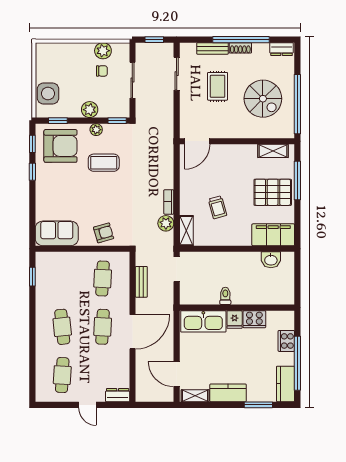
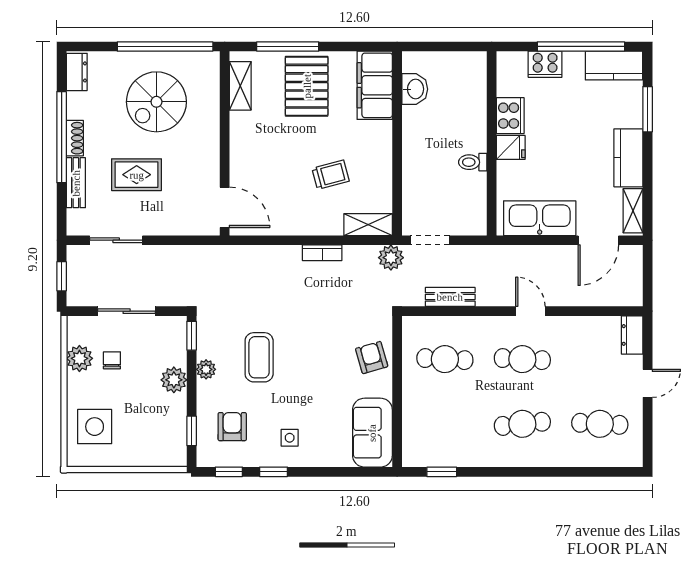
side table: (48, 93) -> (95, 427), moved
spiral stairs: (263, 99) -> (156, 102), turned 180
armchair: (60, 146) -> (232, 427), width x0.53, depth x0.53
side table: (54, 182) -> (290, 438), added
plant: (166, 223) -> (391, 258), moved
kitchen sink: (203, 321) -> (540, 218), moved, turned -90
door: (132, 332) -> (530, 311), width x0.53

